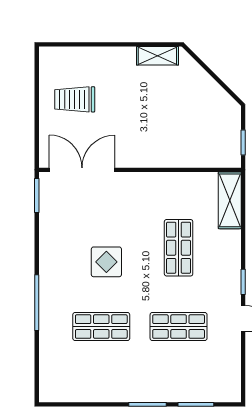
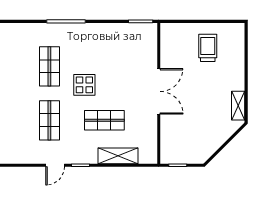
double door: (82, 170) -> (159, 91), moved
shelving: (230, 200) -> (118, 156), moved
display table: (106, 262) -> (84, 85), moved

